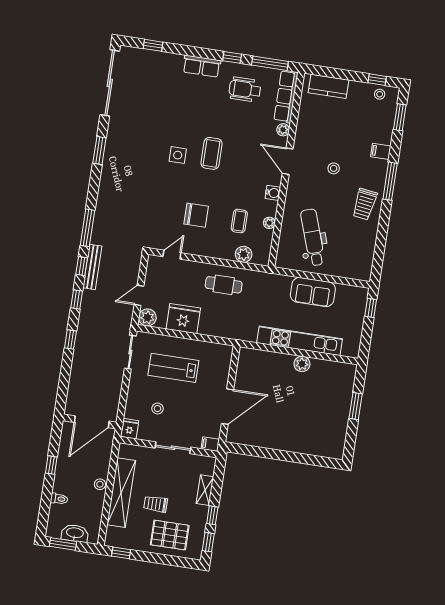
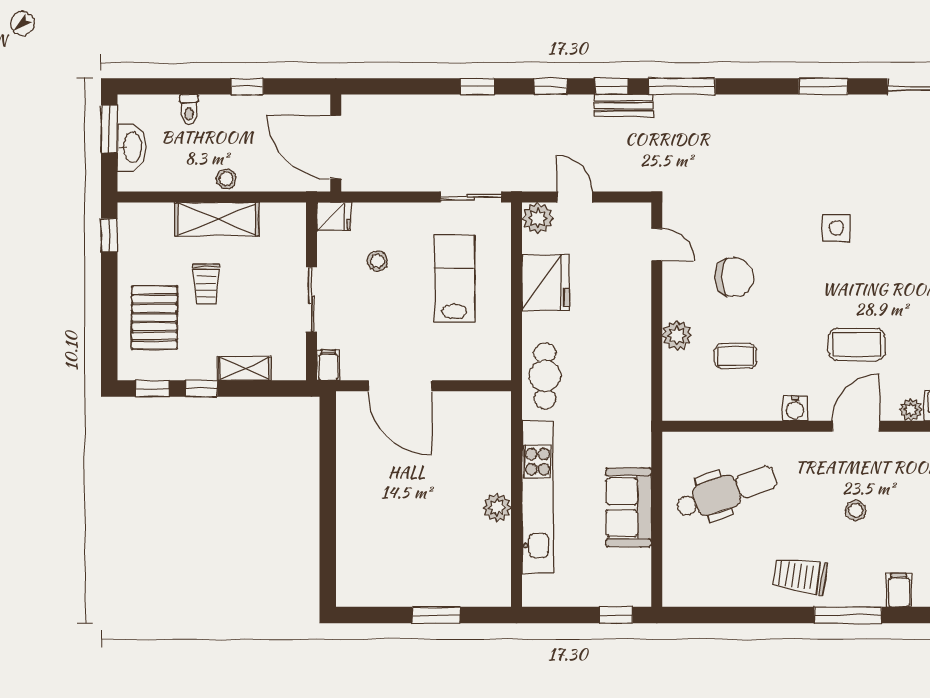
coffee table: (212, 153) -> (857, 344), moved
chair: (196, 215) -> (734, 277), turned -90
plant: (269, 223) -> (740, 410), removed
plant: (244, 254) -> (677, 335), moved
bench: (92, 267) -> (624, 106), width x0.73
cafe table: (224, 285) -> (545, 376), moved
shelving: (121, 493) -> (217, 219), width x0.68
trolley: (156, 504) -> (206, 284), turned 180

